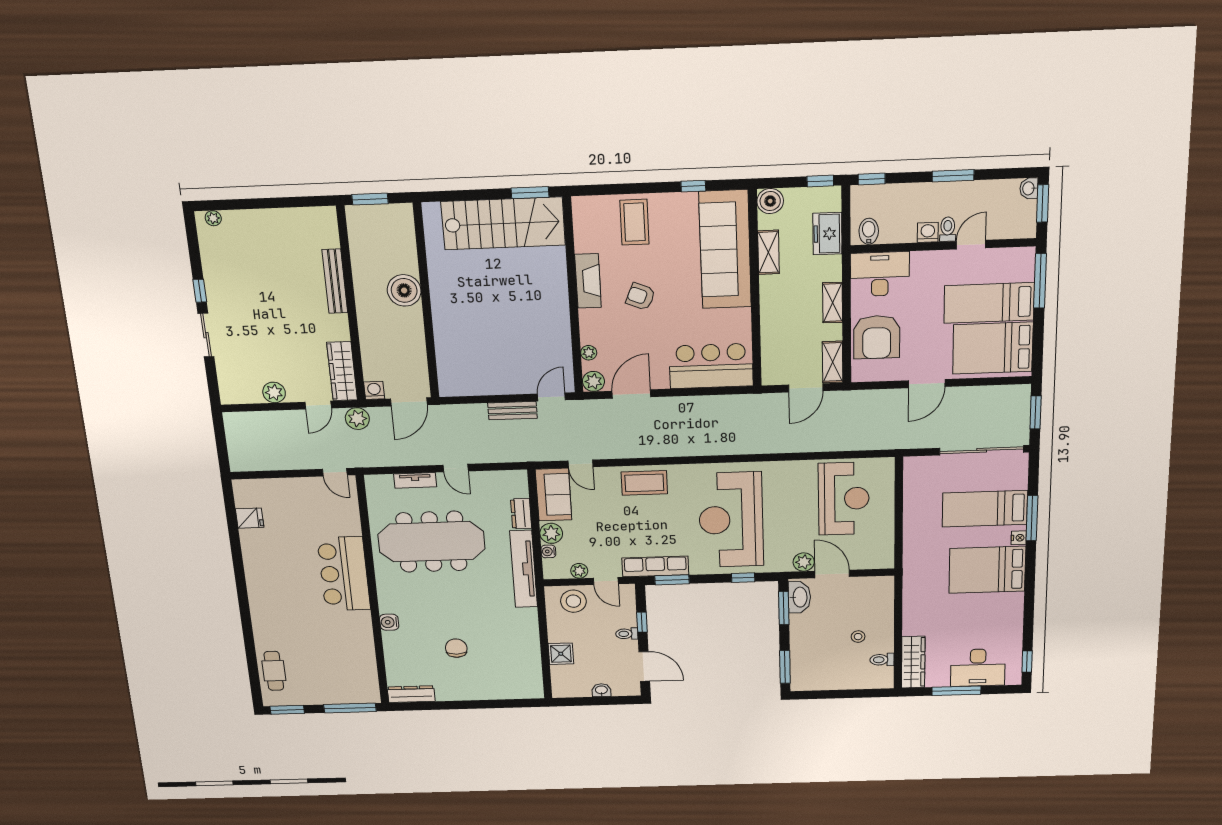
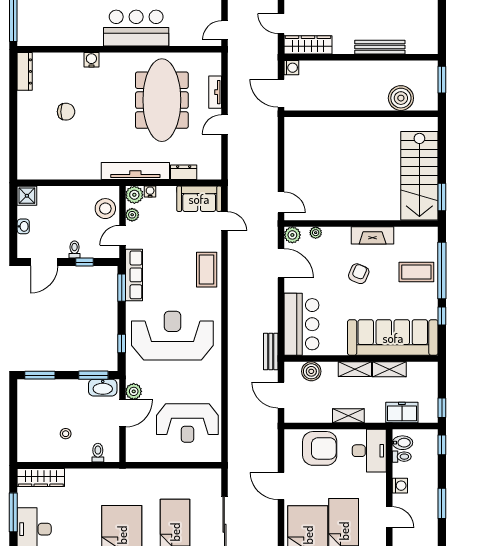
window: (631, 189) -> (442, 271), added
boiler: (770, 201) -> (311, 371), moved
toilet: (948, 229) -> (402, 457), moved
boiler: (404, 290) -> (401, 98), moved
armchair: (877, 337) -> (320, 448), turned 180
shelving: (833, 362) -> (355, 369), moved
bench: (512, 411) -> (271, 352), moved
plant: (357, 419) -> (269, 52), removed
door: (580, 464) -> (224, 221), swing flipped
plant: (551, 533) -> (134, 195), moved
shower: (561, 654) -> (27, 196), moved
toilet: (882, 660) -> (98, 453), moved

